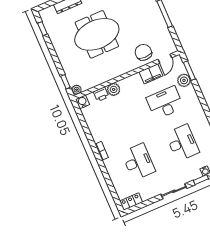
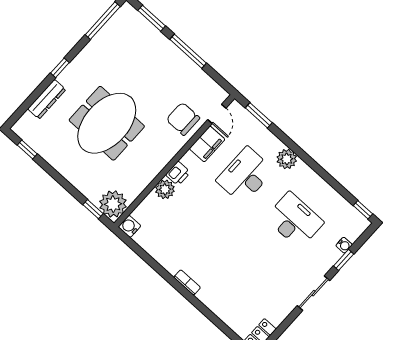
plant: (184, 80) -> (287, 159), moved
plant: (77, 90) -> (113, 204), width x1.88, depth x1.88
printer: (101, 94) -> (178, 173), moved
desk: (138, 162) -> (245, 275), removed

